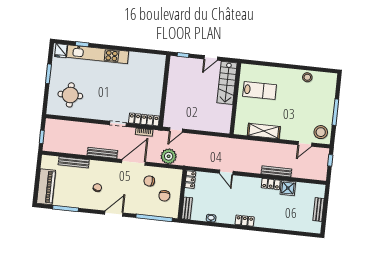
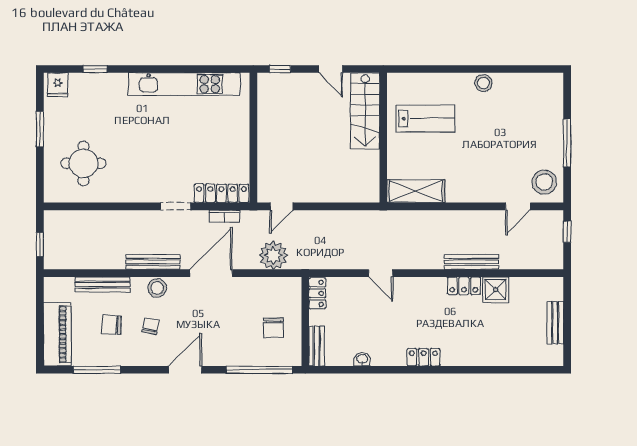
kitchen unit: (98, 54) -> (184, 84), moved
door: (211, 58) -> (331, 69), hinge flipped
stool: (307, 77) -> (483, 83), moved
shelving: (264, 131) -> (416, 191), moved
stool: (103, 167) -> (157, 288), added
chair: (149, 181) -> (111, 325), moved

